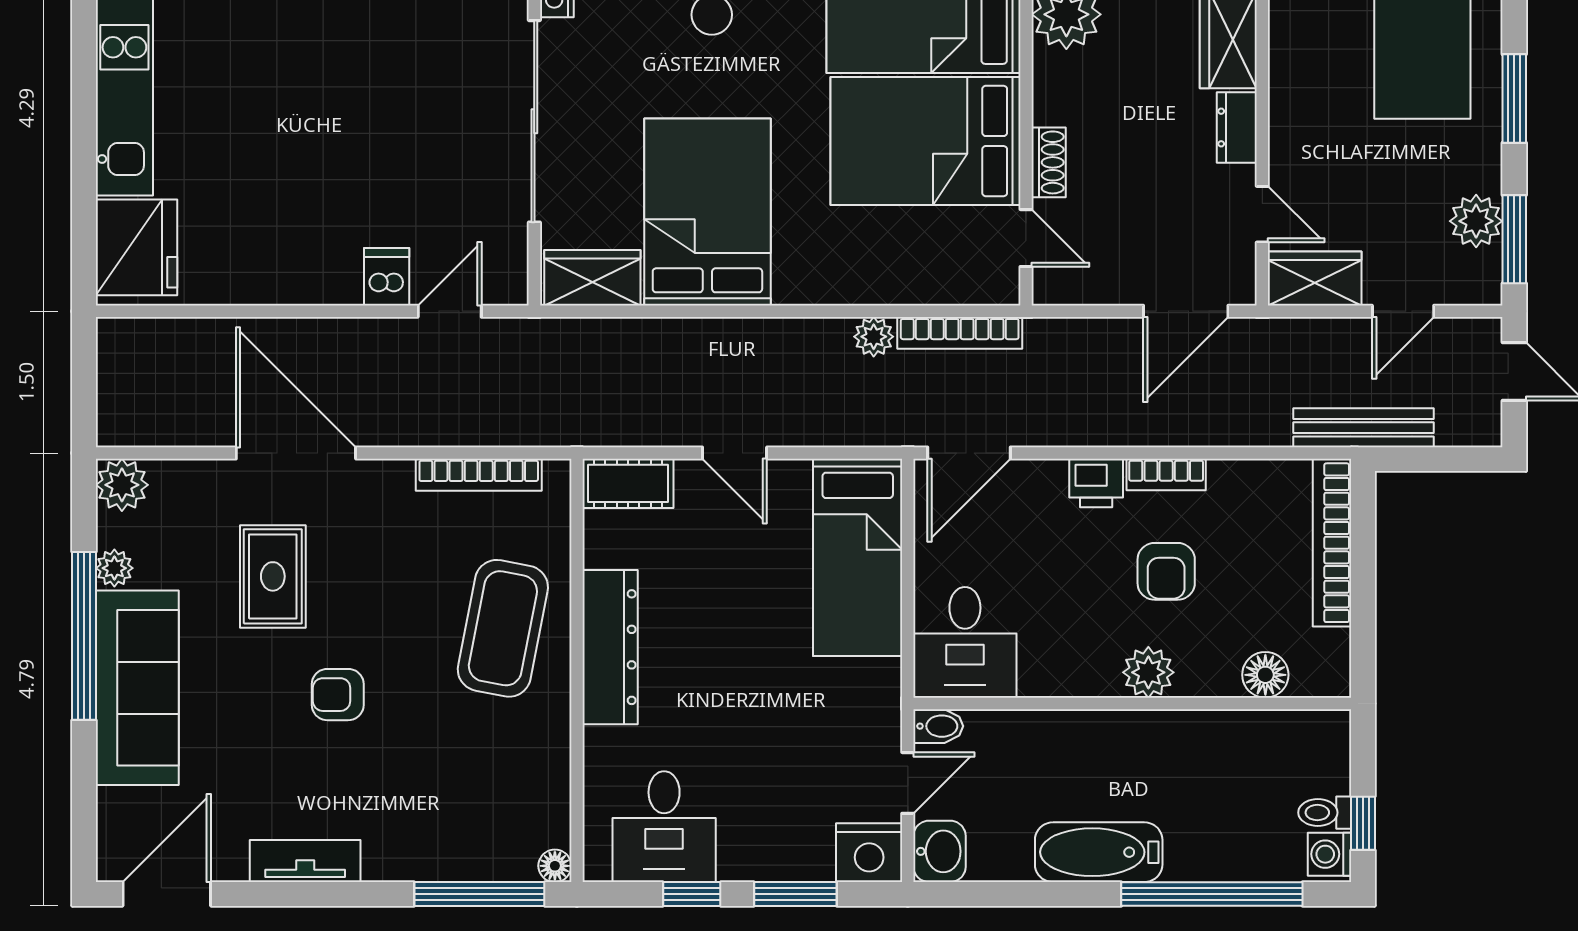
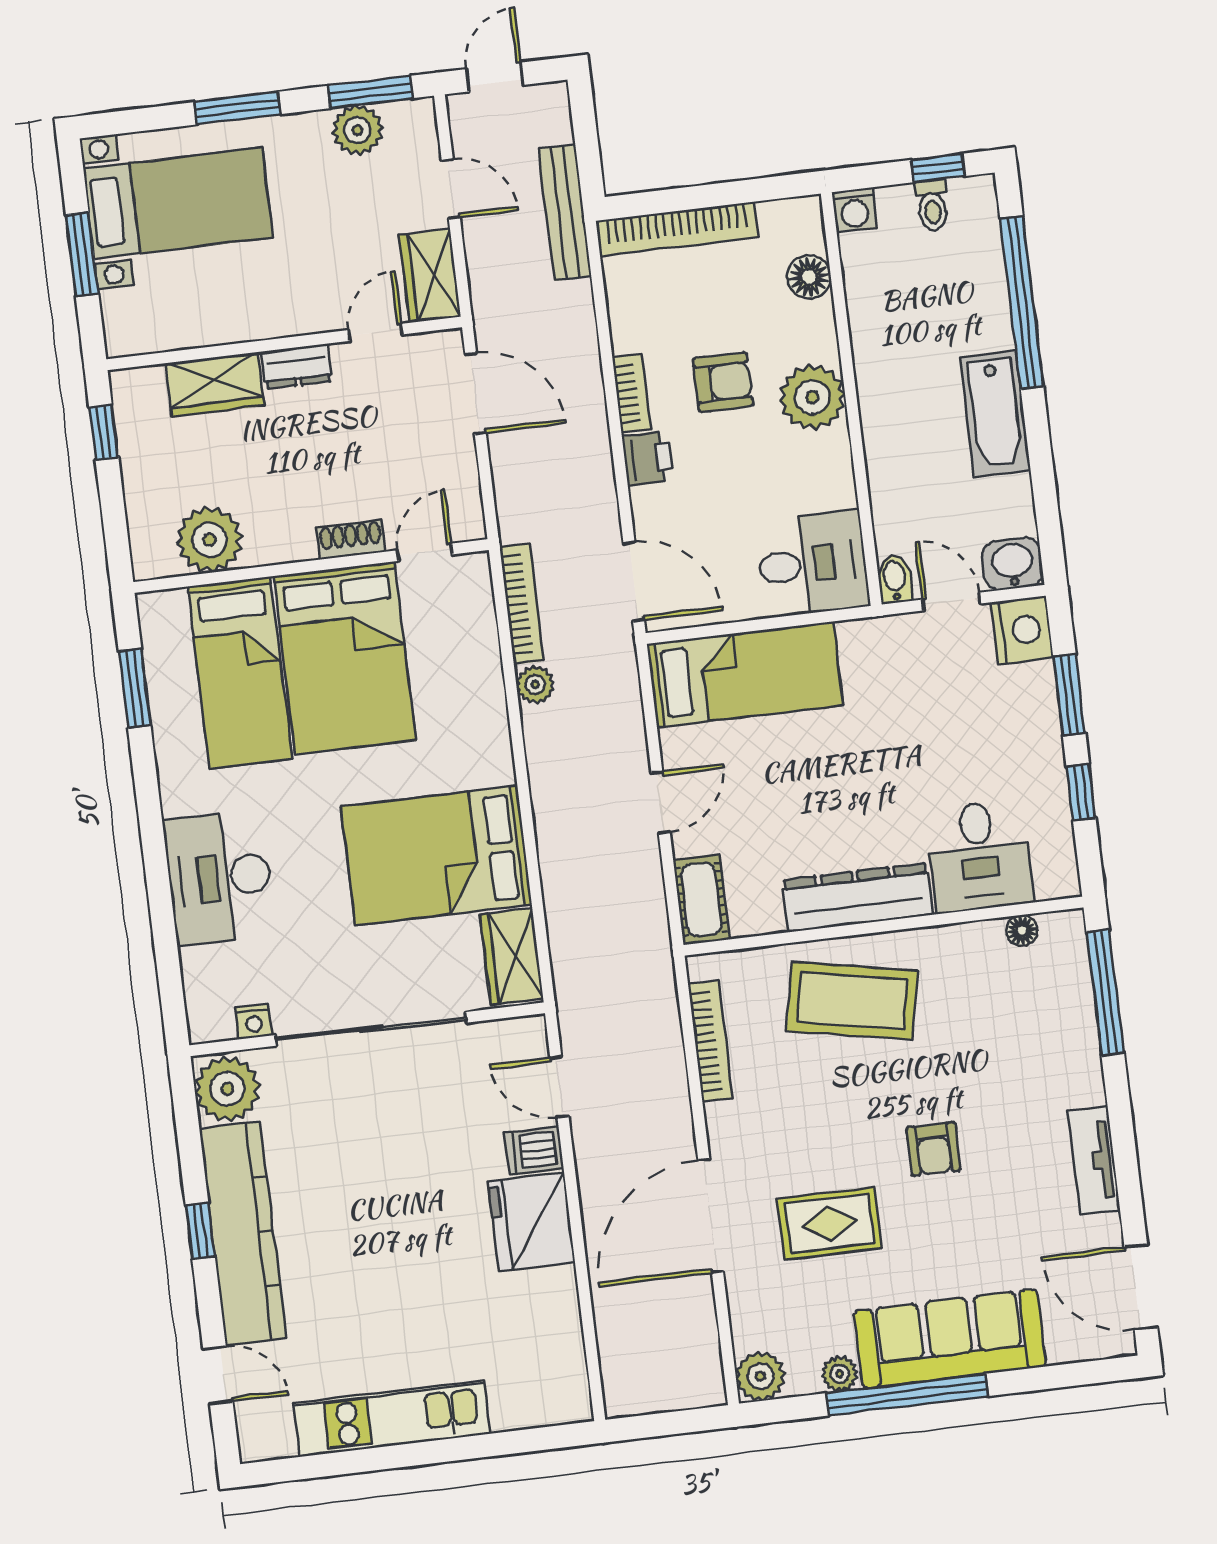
fridge: (136, 247) -> (531, 1222), moved, turned -90
plant: (1148, 672) -> (812, 397), width x1.36, depth x1.36
desk: (664, 827) -> (979, 856), moved, turned 90
washing machine: (1330, 854) -> (854, 210), moved
floor lamp: (555, 866) -> (1022, 931), moved

